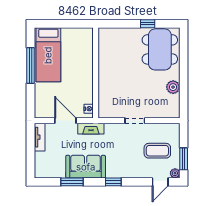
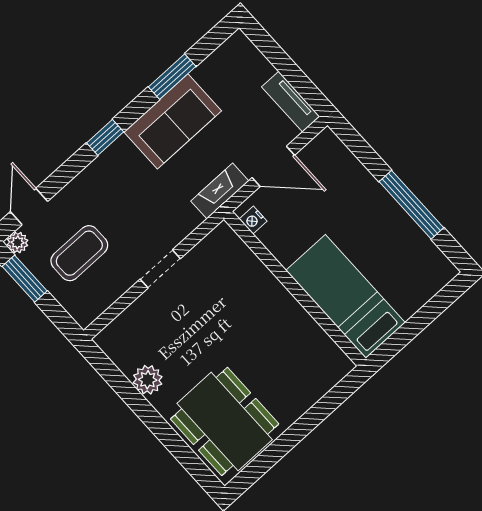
window: (148, 24) -> (283, 445), removed
bed: (48, 55) -> (345, 296), moved

